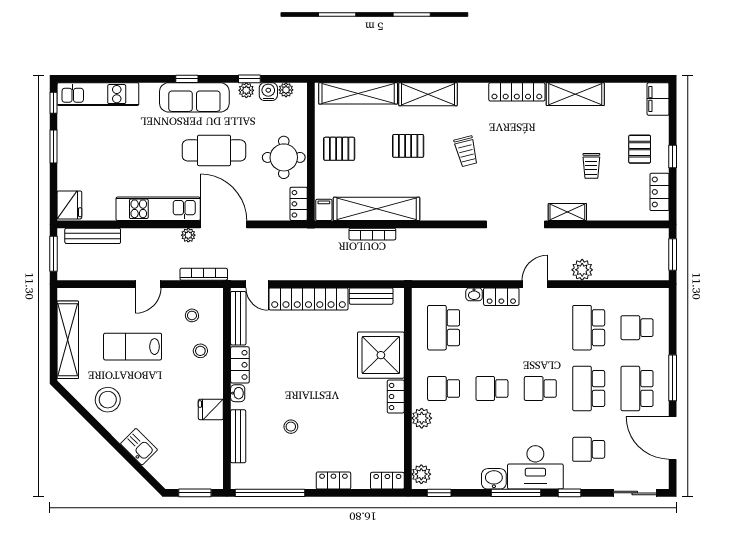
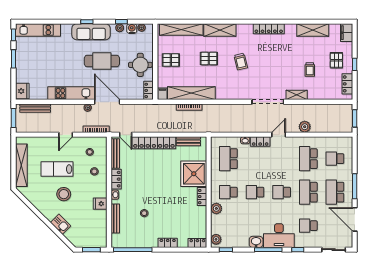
shelving: (575, 94) -> (313, 30), moved
stool: (108, 400) -> (64, 194), moved

